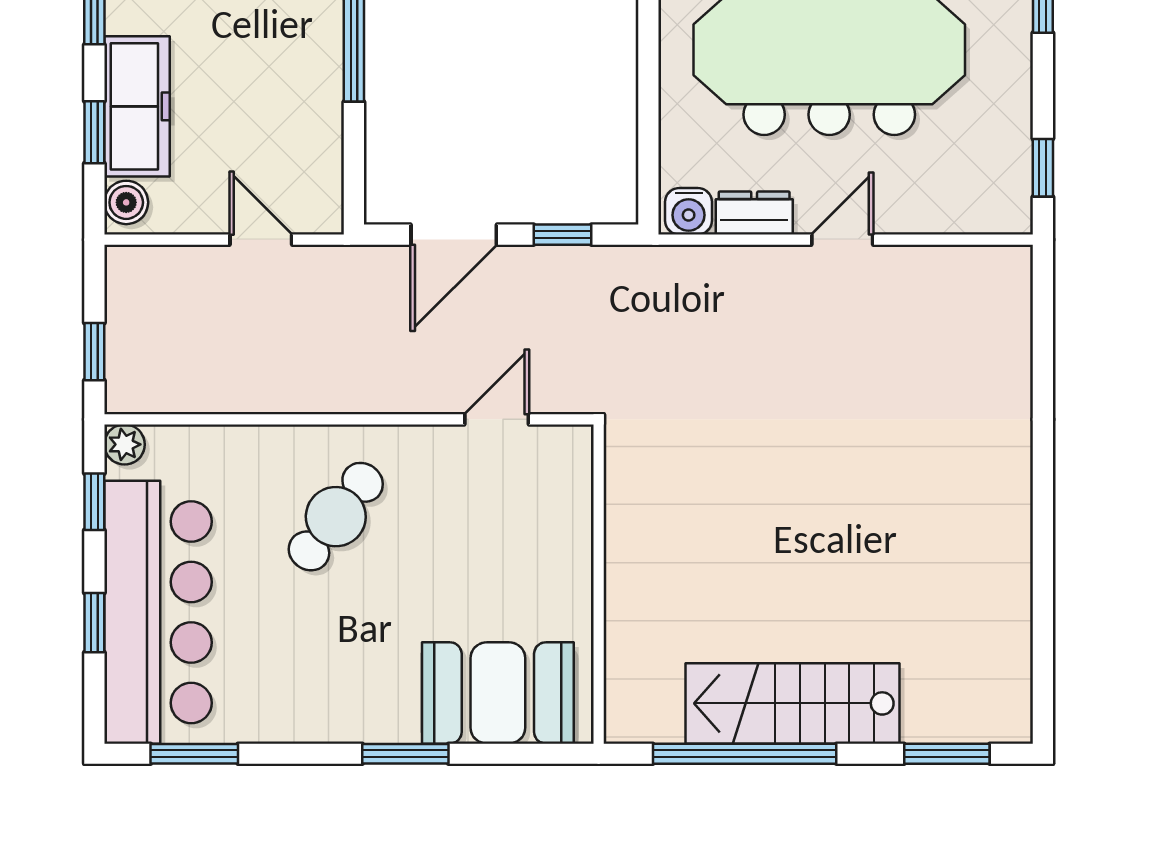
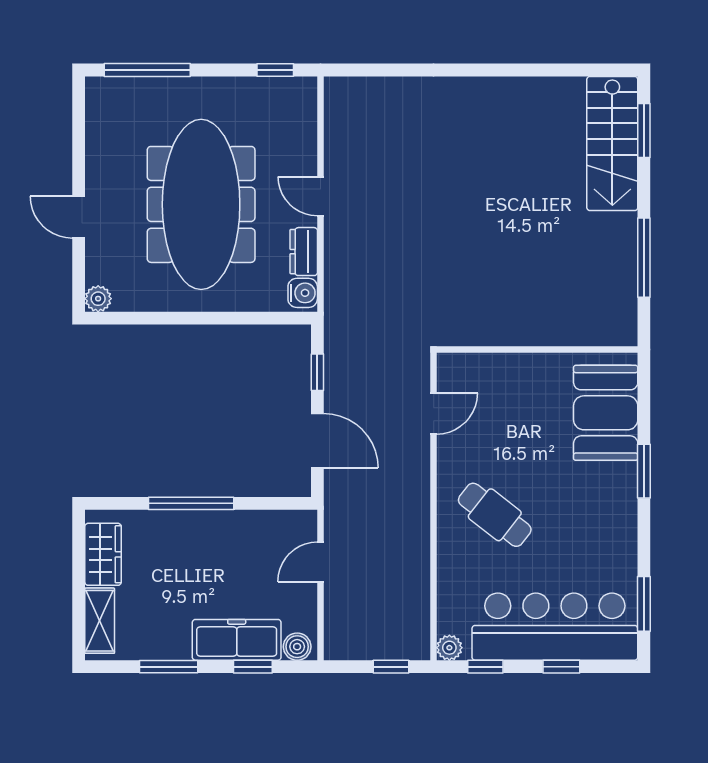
door: (497, 419) -> (434, 414), swing flipped
stairs: (792, 703) -> (612, 144), moved
window: (745, 754) -> (644, 258), width x0.68

